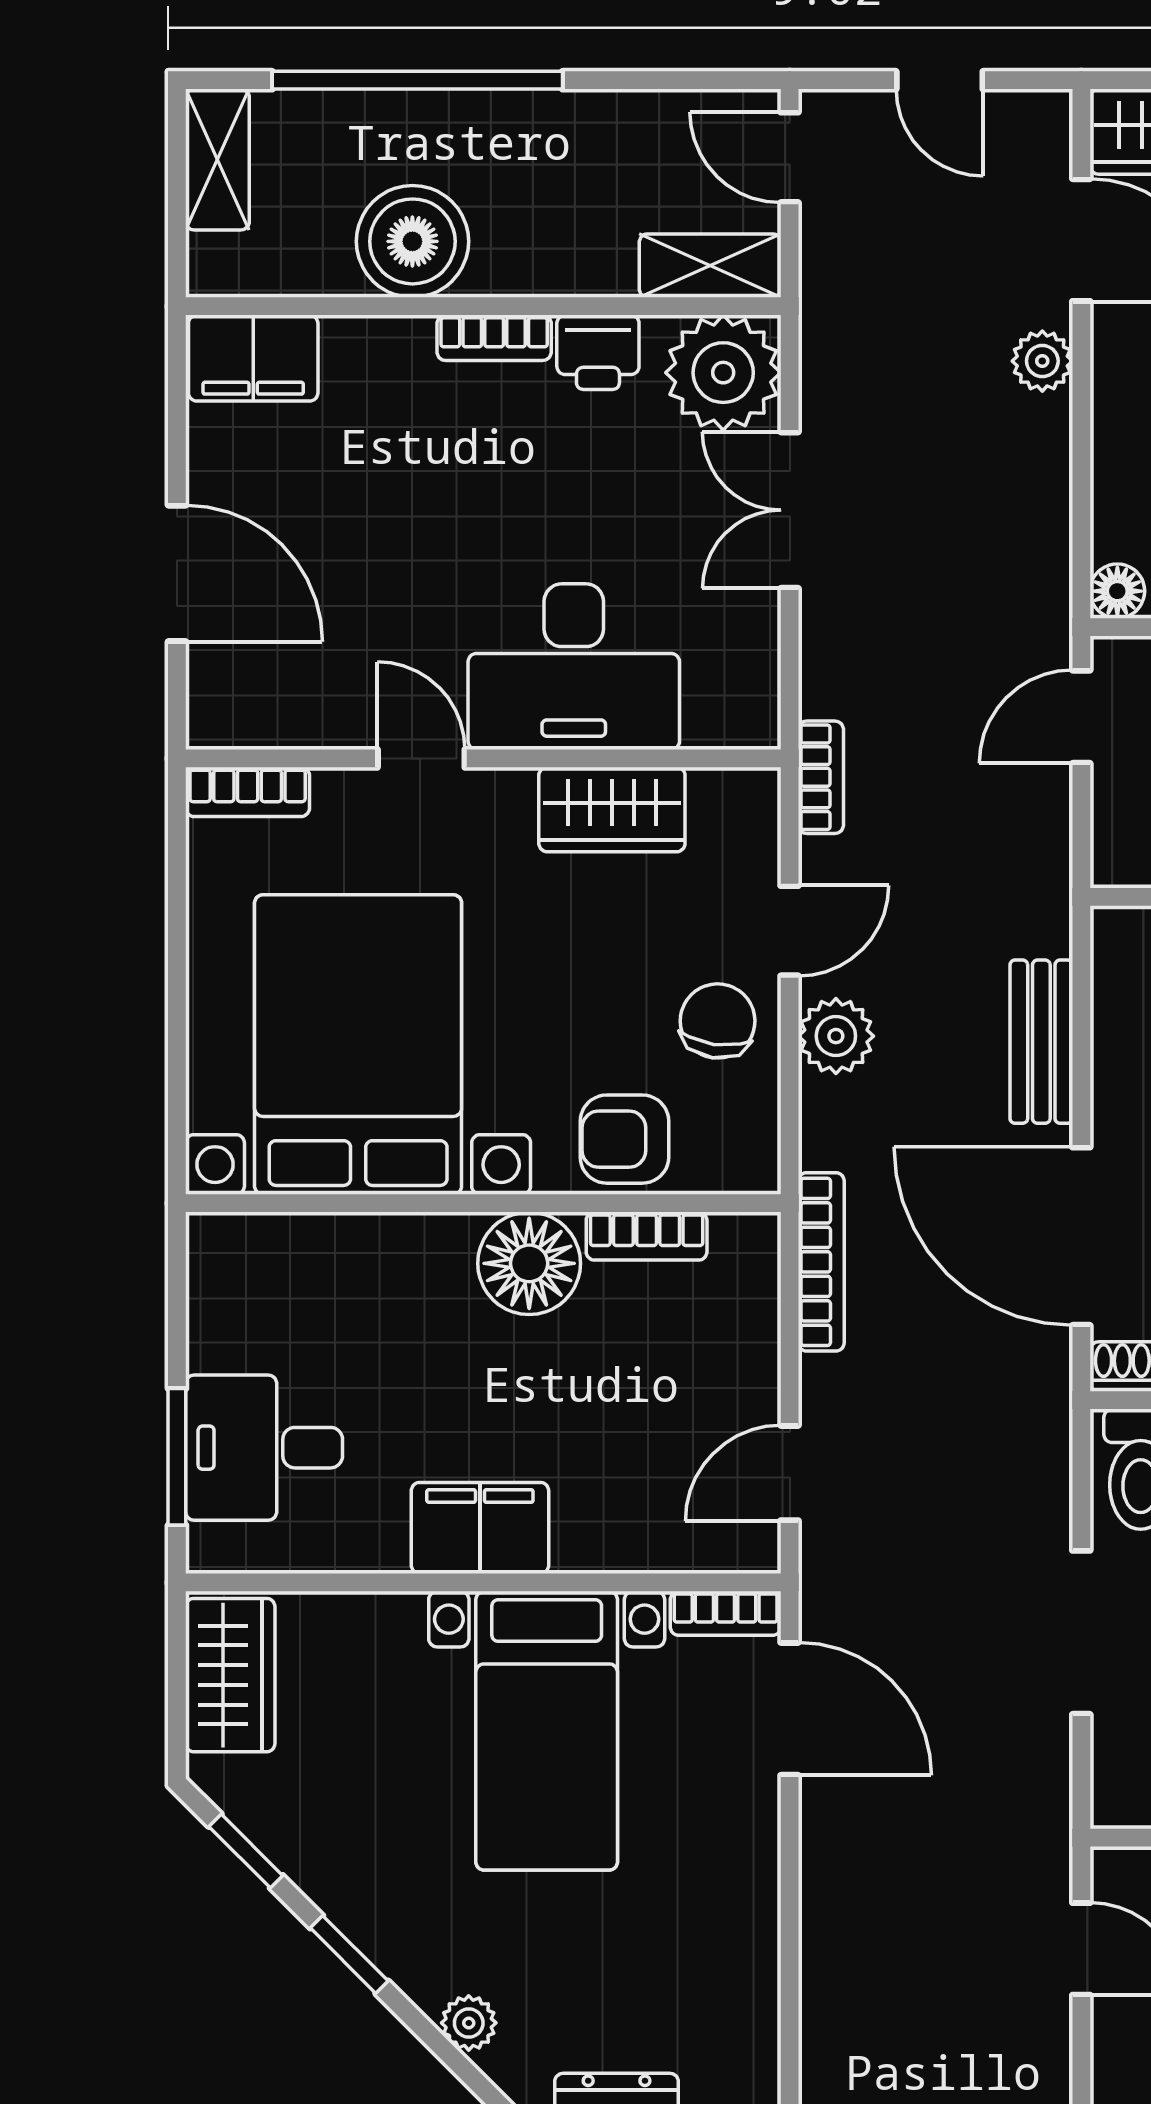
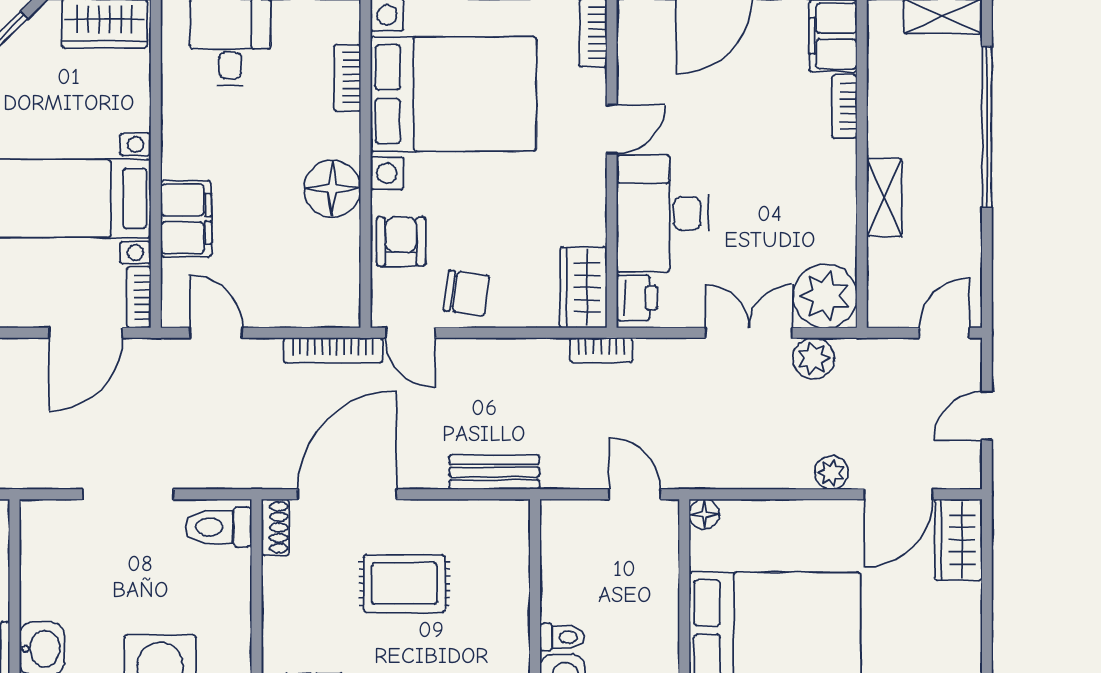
boiler: (412, 241) -> (898, 124), removed
shelving: (710, 266) -> (884, 198), moved
bookcase: (494, 338) -> (844, 107), moved
printer: (598, 352) -> (637, 298), moved, turned 180
wardrobe: (612, 809) -> (583, 288), moved
door: (790, 931) -> (410, 333), moved
plant: (836, 1036) -> (814, 358), moved
bench: (1041, 1042) -> (494, 472), moved
bookcase: (647, 1236) -> (347, 78), moved
filing cabinet: (480, 1528) -> (186, 219), moved

